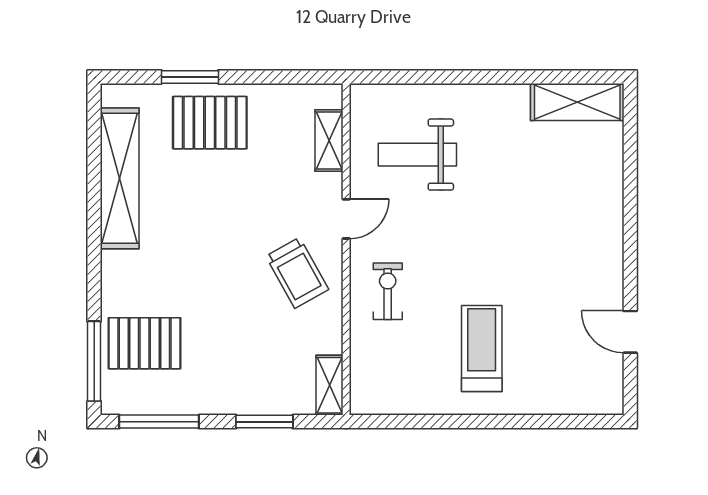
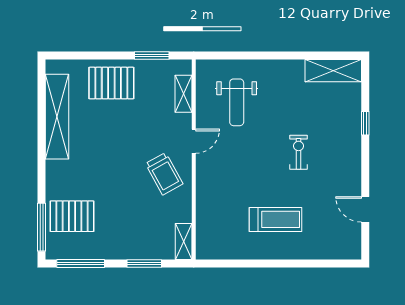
window: (190, 77) -> (152, 55), moved
weight bench: (417, 155) -> (237, 102), turned -90
window: (630, 189) -> (365, 123), added
exercise bike: (388, 291) -> (299, 152), moved
treadmill: (482, 349) -> (275, 219), turned 90

